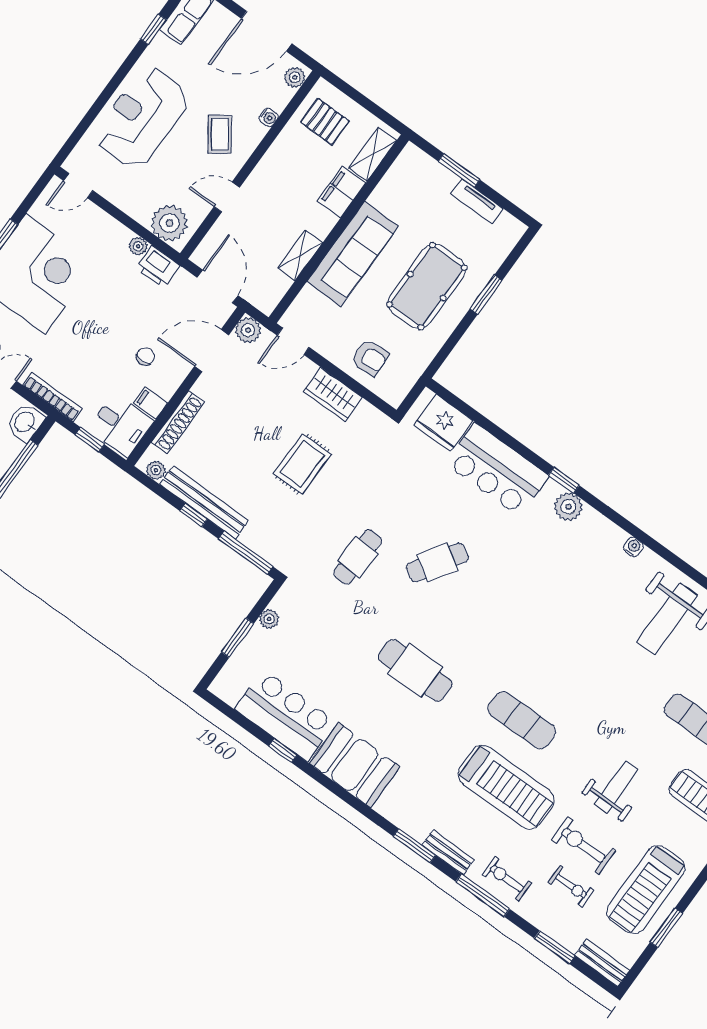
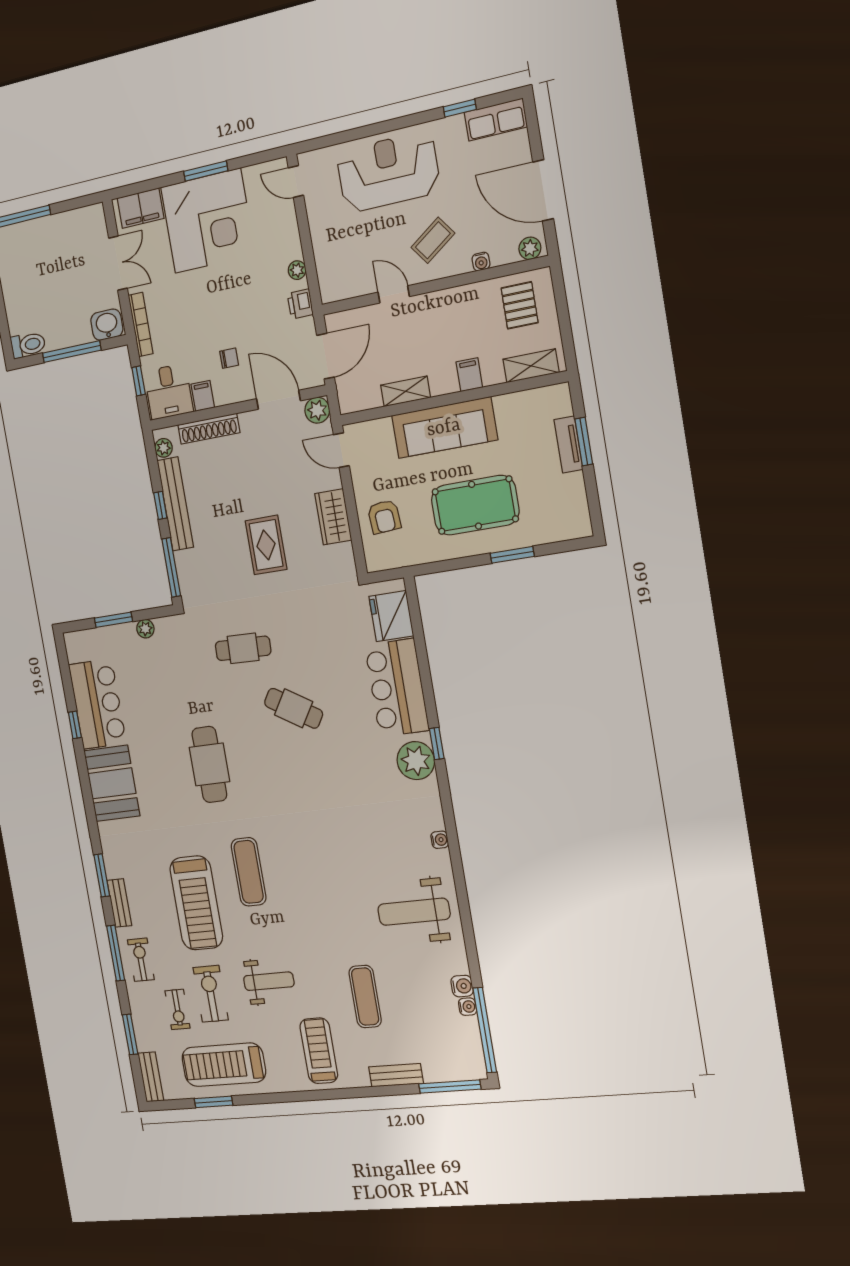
filing cabinet: (341, 192) -> (469, 375), width x0.50
tv unit: (477, 201) -> (568, 444), moved
plant: (169, 223) -> (335, 274), removed
printer: (158, 267) -> (300, 304), width x0.73, depth x0.81
rug: (302, 464) -> (266, 545), turned 90
plant: (568, 507) -> (416, 761), width x1.36, depth x1.36

